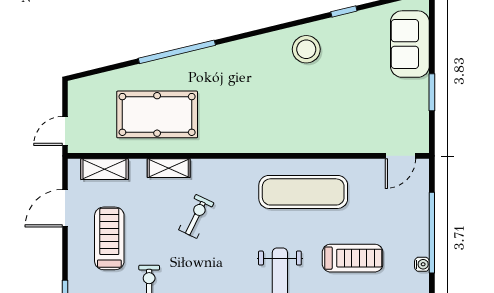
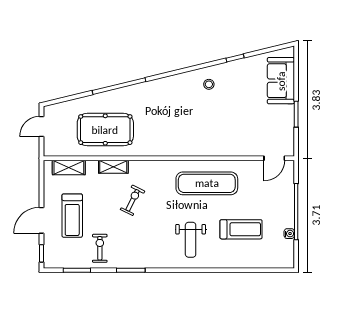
stool: (306, 49) -> (209, 84), width x0.53, depth x0.53
door: (65, 131) -> (41, 126), moved
door: (65, 208) -> (41, 220), moved
treadmill: (109, 238) -> (72, 216), turned 180

